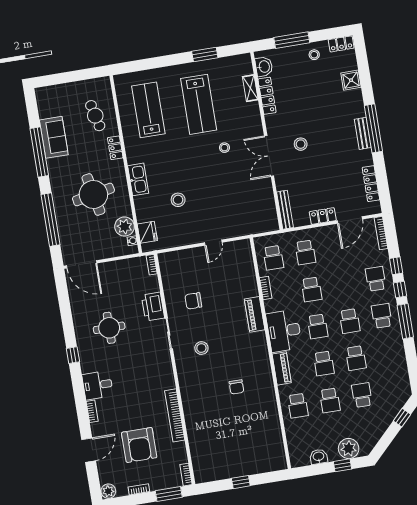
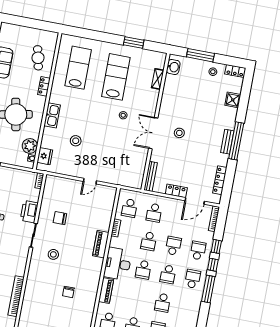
locker: (267, 96) -> (168, 89), removed
lab bench: (199, 104) -> (116, 77), turned 180
school desk: (324, 363) -> (173, 246), moved, turned 180

